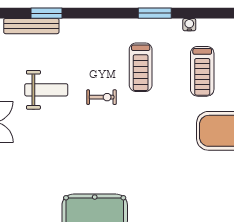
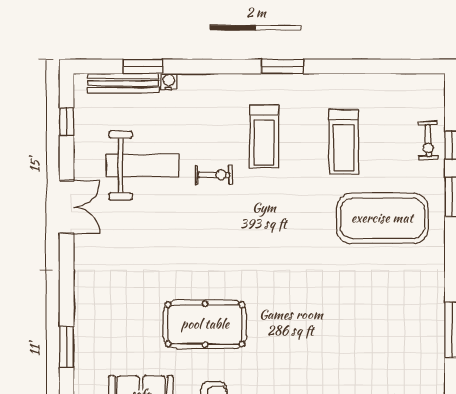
water cooler: (189, 25) -> (169, 81), moved
weight bench: (46, 90) -> (143, 165), width x1.36, depth x1.33

